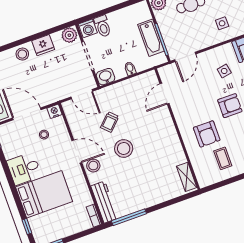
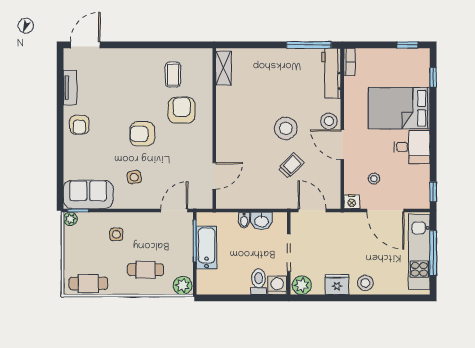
washbasin: (106, 77) -> (261, 221), moved

